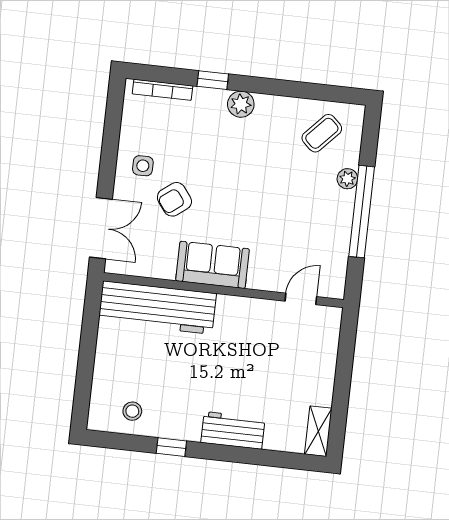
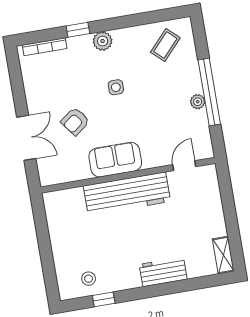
side table: (143, 166) -> (116, 87), moved
plant: (347, 179) -> (198, 102), moved
double door: (101, 228) -> (26, 138), moved
workbench: (157, 308) -> (127, 194), moved
window: (171, 447) -> (104, 299), moved

